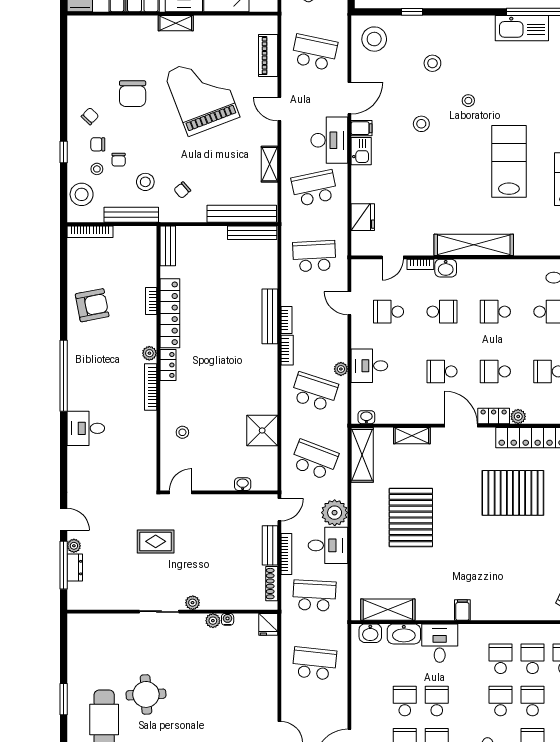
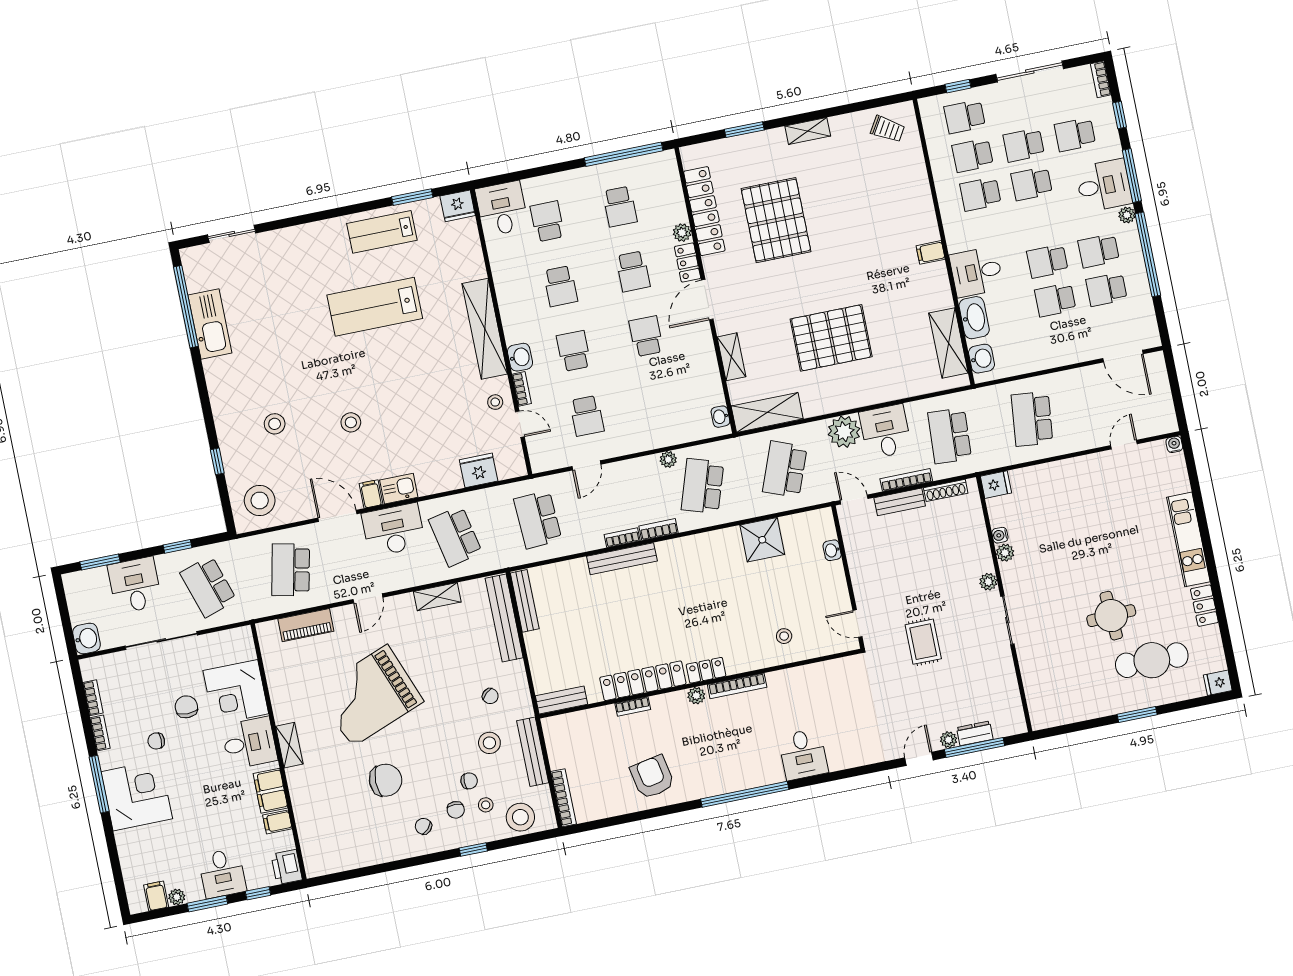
stool: (468, 101) -> (495, 402), moved
desk: (369, 366) -> (657, 426), removed
school desk: (442, 371) -> (646, 336), turned 180

